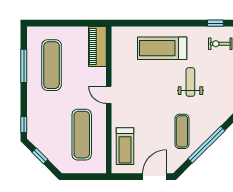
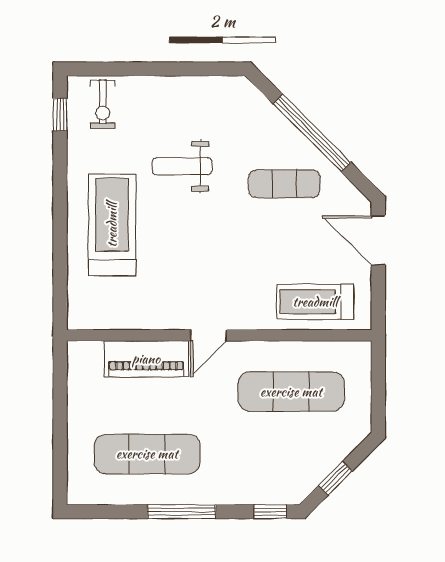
piano: (97, 47) -> (146, 359), moved
treadmill: (162, 48) -> (112, 225), turned 180
window: (24, 66) -> (182, 512), moved
treadmill: (125, 146) -> (315, 302), turned 180

